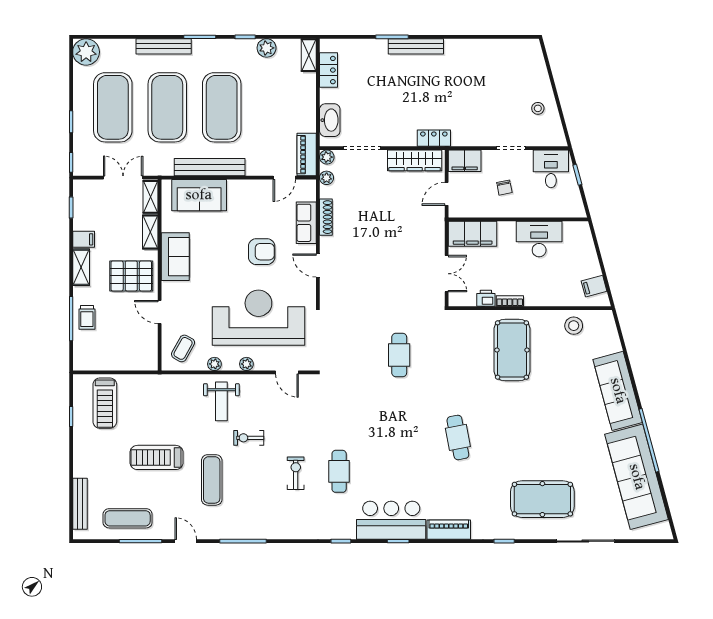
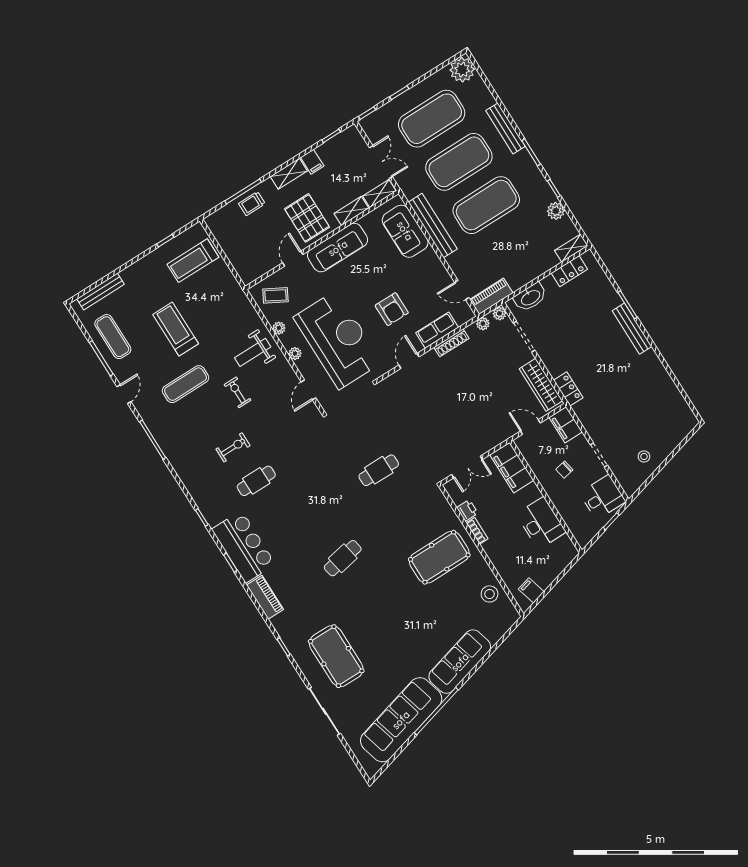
sofa: (175, 257) -> (338, 248), width x1.36

